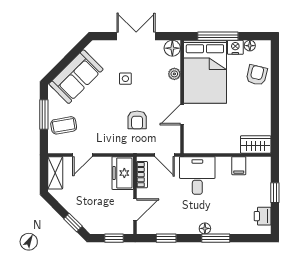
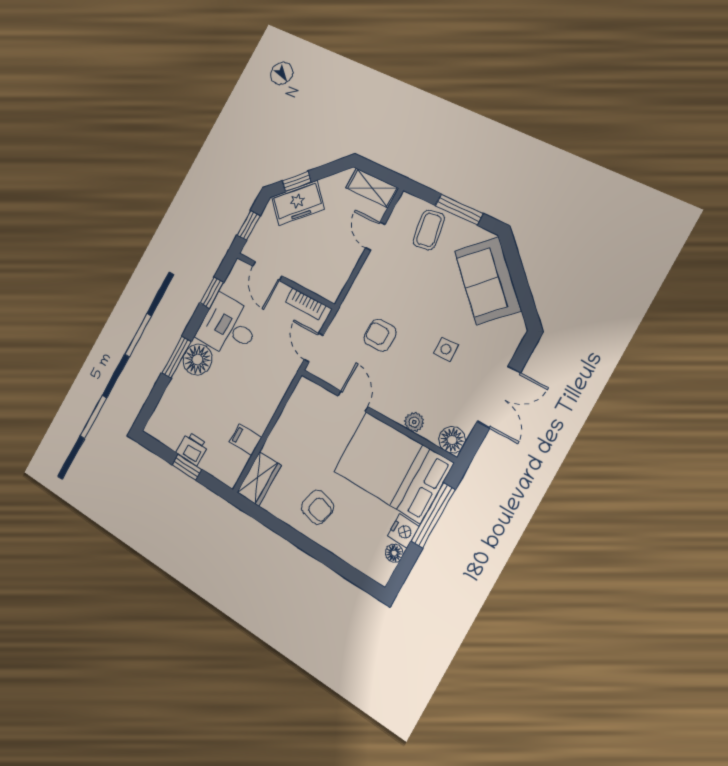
armchair: (257, 75) -> (318, 507), moved
door: (165, 155) -> (314, 348), hinge flipped
freezer: (123, 173) -> (298, 203), moved, turned 135
desk: (197, 176) -> (228, 327), moved, turned 180
printer: (263, 216) -> (192, 449), moved
floor lamp: (205, 228) -> (197, 360), width x1.89, depth x1.89

